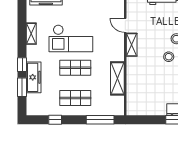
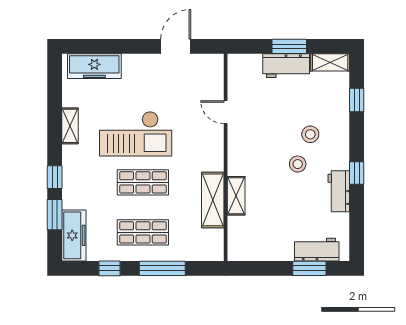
shelving: (132, 45) -> (236, 196), moved
freezer: (34, 77) -> (74, 235), moved
window: (100, 120) -> (162, 268), moved

